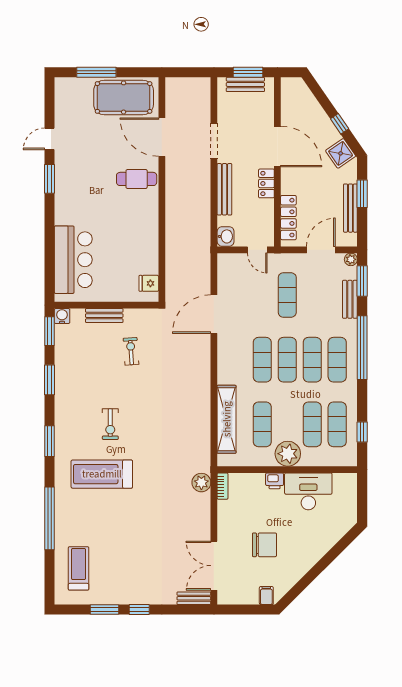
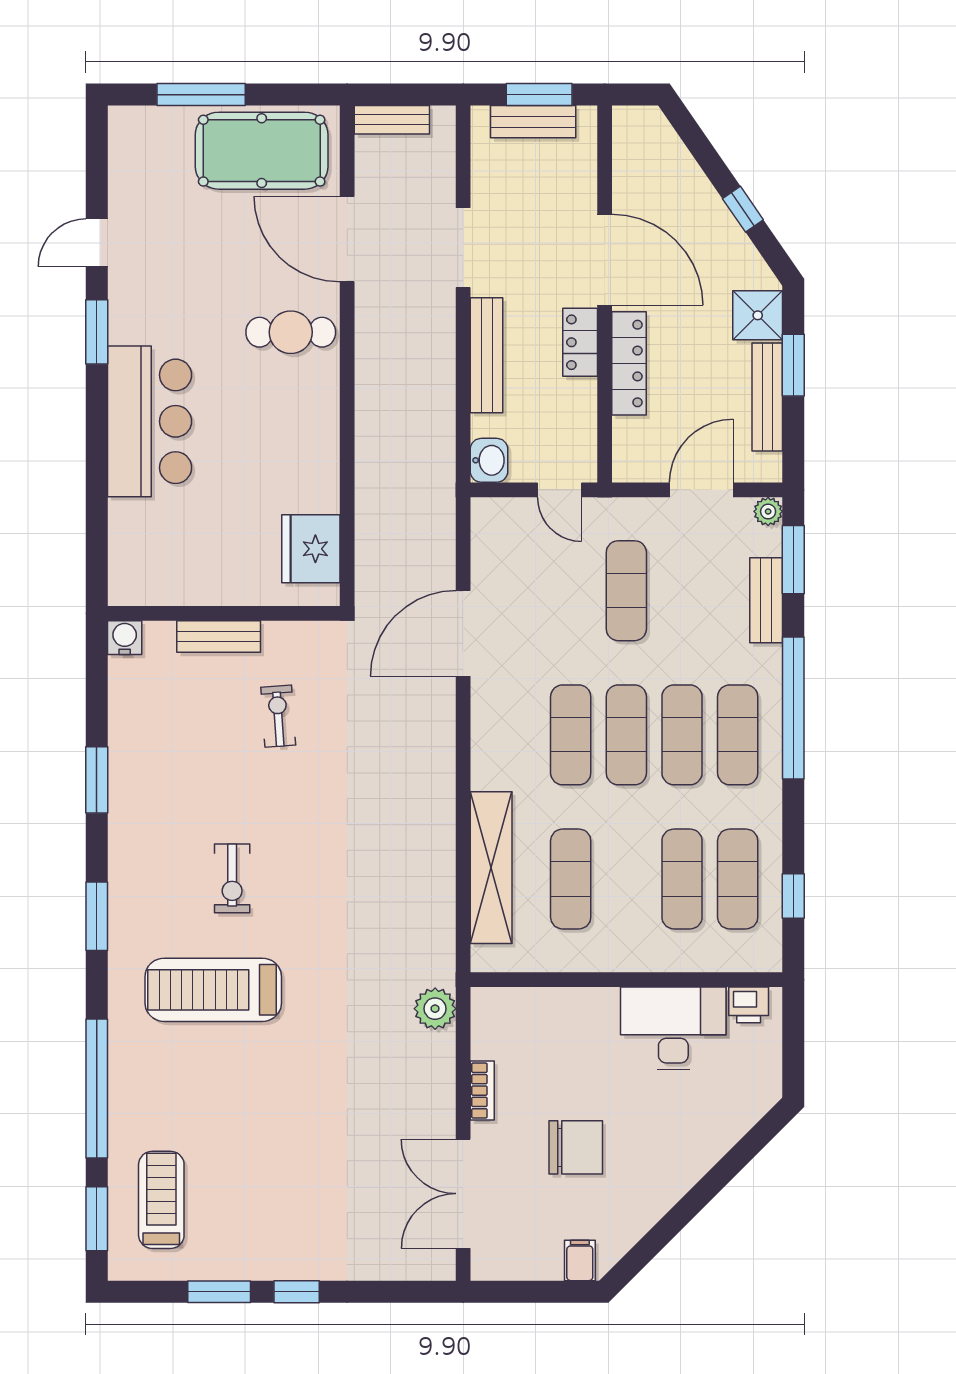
shower: (341, 153) -> (758, 315), moved, turned 35
locker: (288, 218) -> (629, 363), moved
bar counter: (73, 260) -> (150, 421), moved
fridge: (149, 283) -> (311, 549), width x1.88, depth x1.34
window: (50, 331) -> (97, 1219), moved
plant: (288, 454) -> (628, 944), removed
printer: (275, 481) -> (749, 1005), moved
bookcase: (223, 486) -> (482, 1091), moved
bench: (194, 598) -> (392, 120), moved

